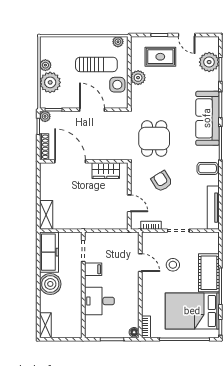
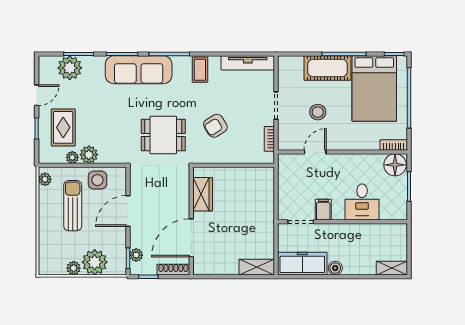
plant: (136, 64) -> (72, 157), added
plant: (45, 116) -> (136, 255), moved
door: (129, 203) -> (243, 165), removed
boiler: (50, 284) -> (335, 268), width x0.54, depth x0.54
floor lamp: (134, 332) -> (395, 165), width x1.89, depth x1.89

